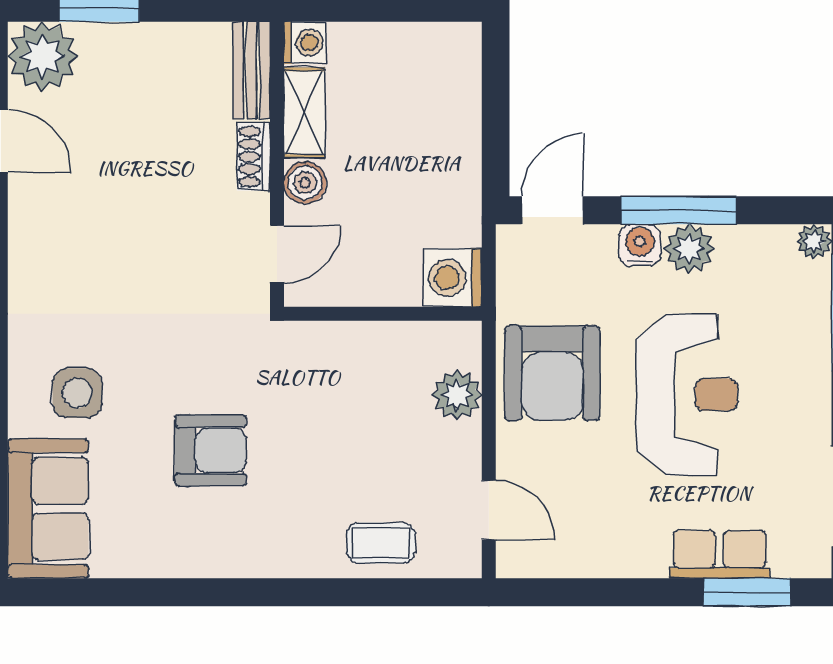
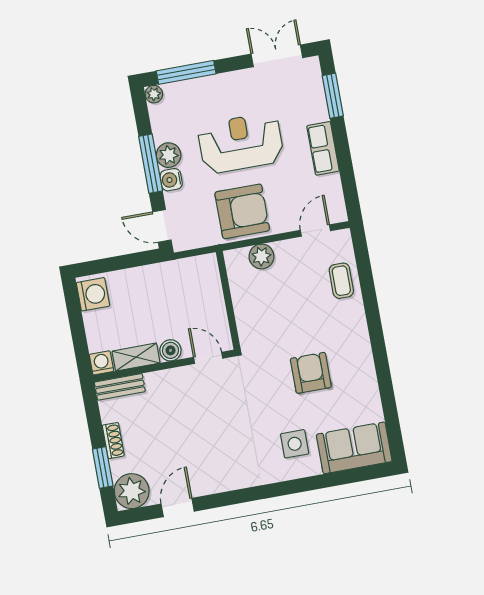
shoe rack: (254, 157) -> (113, 441), moved, turned -90
washing machine: (453, 278) -> (93, 294), moved, turned -90
row of seats: (720, 554) -> (323, 148), moved

